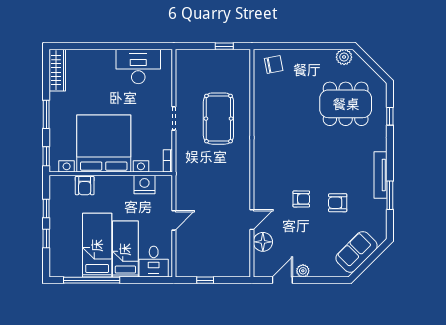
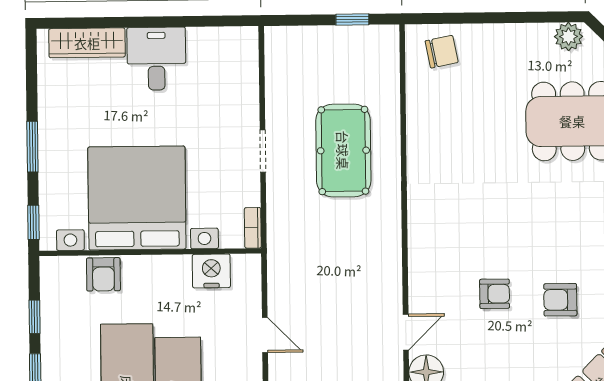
desk: (138, 66) -> (156, 59), moved, width x0.73
wardrobe: (57, 70) -> (87, 43), moved, turned 90
door: (174, 220) -> (265, 335), hinge flipped

